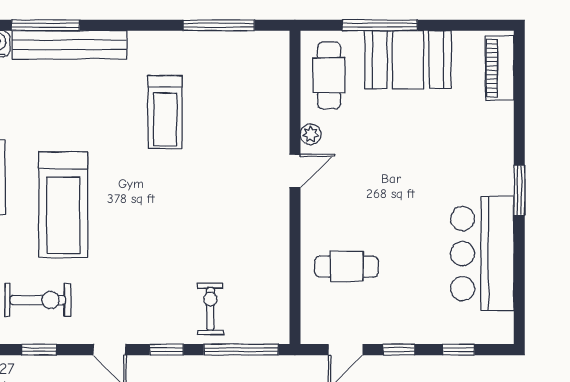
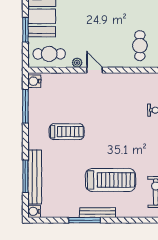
window: (46, 25) -> (25, 176), moved
window: (380, 25) -> (25, 30), width x0.69
water cooler: (271, 44) -> (34, 81), added

